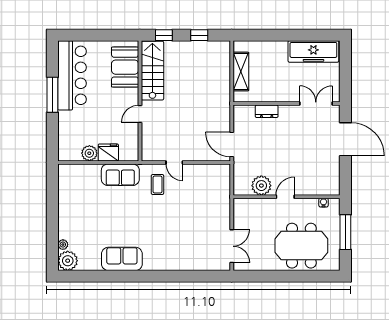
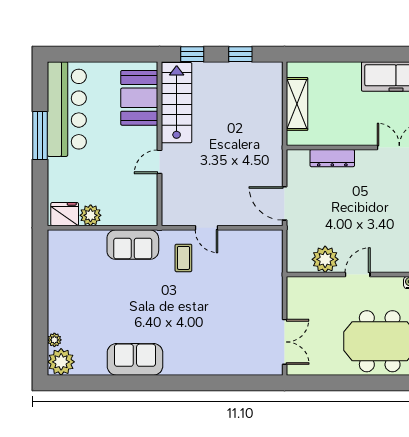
dresser: (267, 111) -> (332, 158), width x1.44
fridge: (108, 152) -> (65, 214), moved

